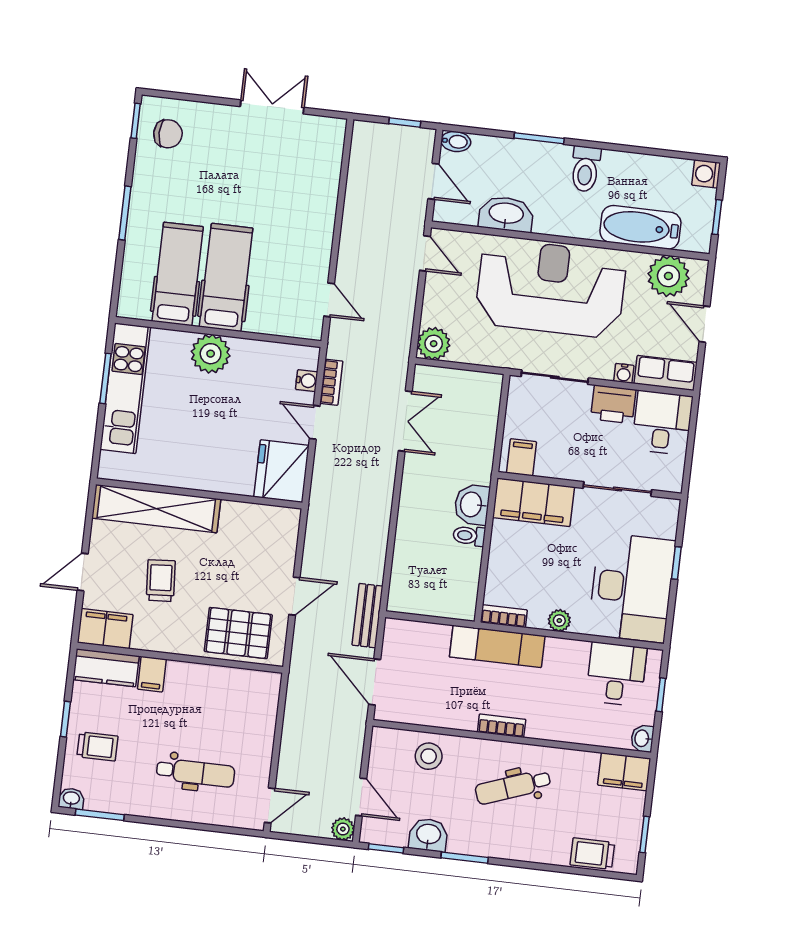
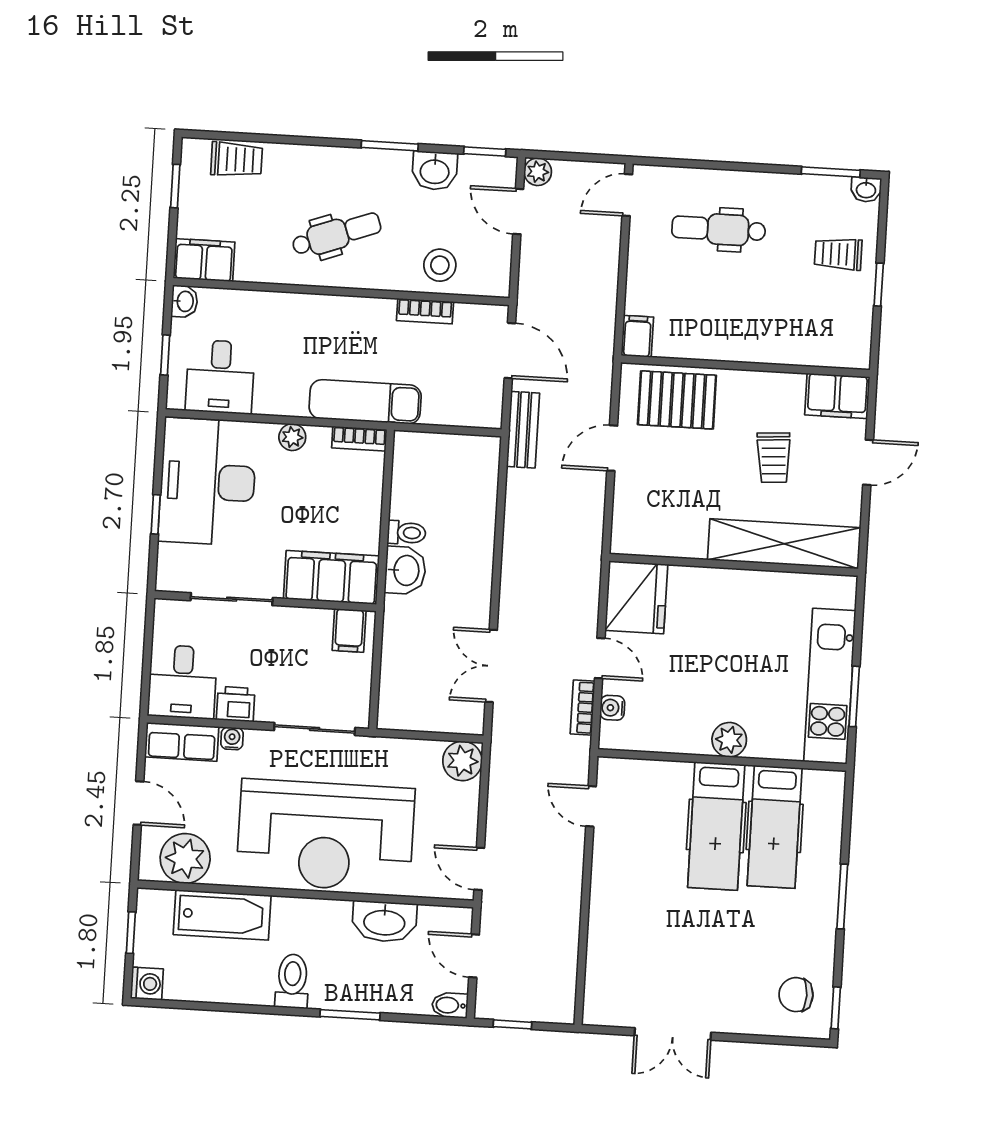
plant: (211, 354) -> (729, 740), width x0.73, depth x0.73
printer: (613, 404) -> (236, 704), width x0.73, depth x0.81
kitchen counter: (106, 668) -> (833, 349), removed
filing cabinet: (152, 674) -> (637, 336), moved
bookcase: (502, 726) -> (425, 311), moved

